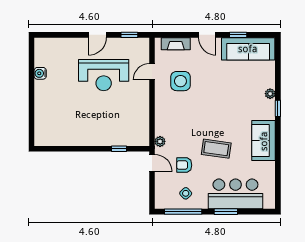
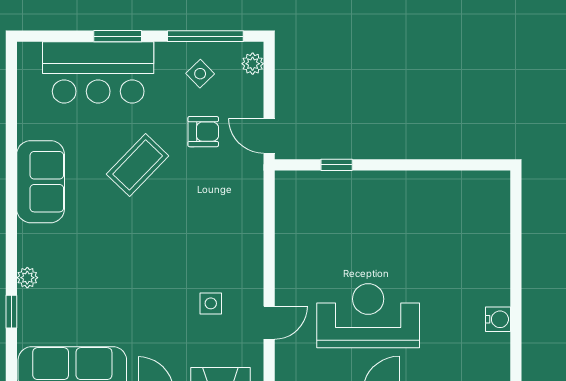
side table: (180, 81) -> (211, 303), width x0.54, depth x0.54
window: (278, 108) -> (11, 312), moved
plant: (160, 141) -> (253, 64), moved
coffee table: (216, 149) -> (138, 165), turned -54

